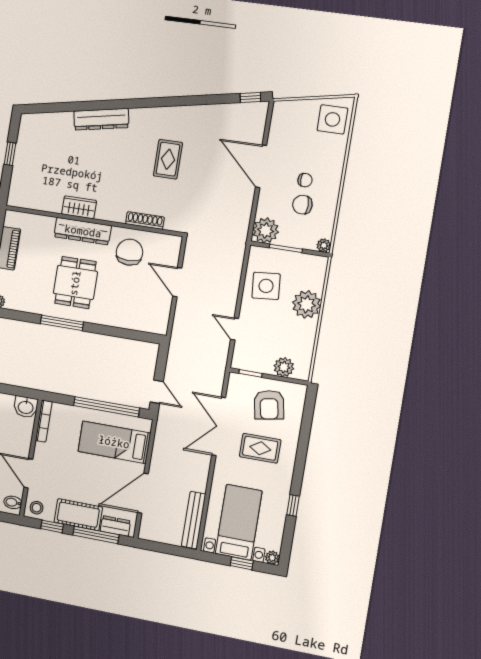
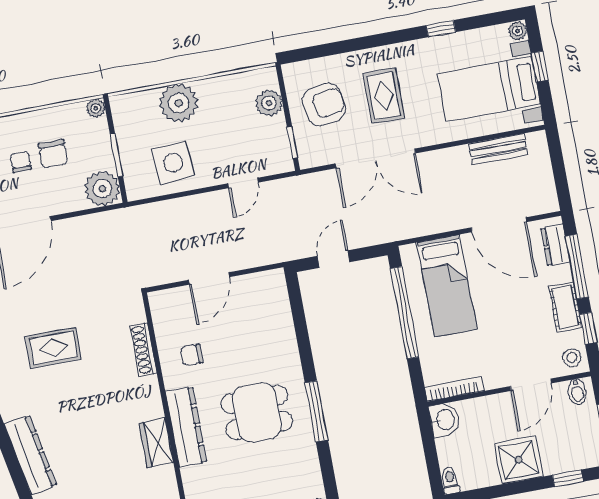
chair: (130, 252) -> (192, 355), width x0.54, depth x0.54
door: (157, 392) -> (333, 259), moved
cot: (78, 515) -> (565, 307), width x0.73, depth x0.75
bench: (194, 520) -> (498, 149), width x0.73

